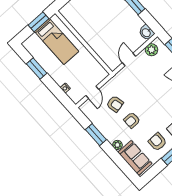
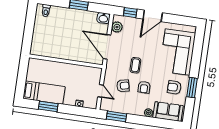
window: (38, 22) -> (22, 73), removed
bed: (57, 41) -> (44, 93), moved
door: (129, 60) -> (107, 47), width x1.87
coffee table: (140, 95) -> (135, 65), added
window: (96, 135) -> (117, 116), moved

